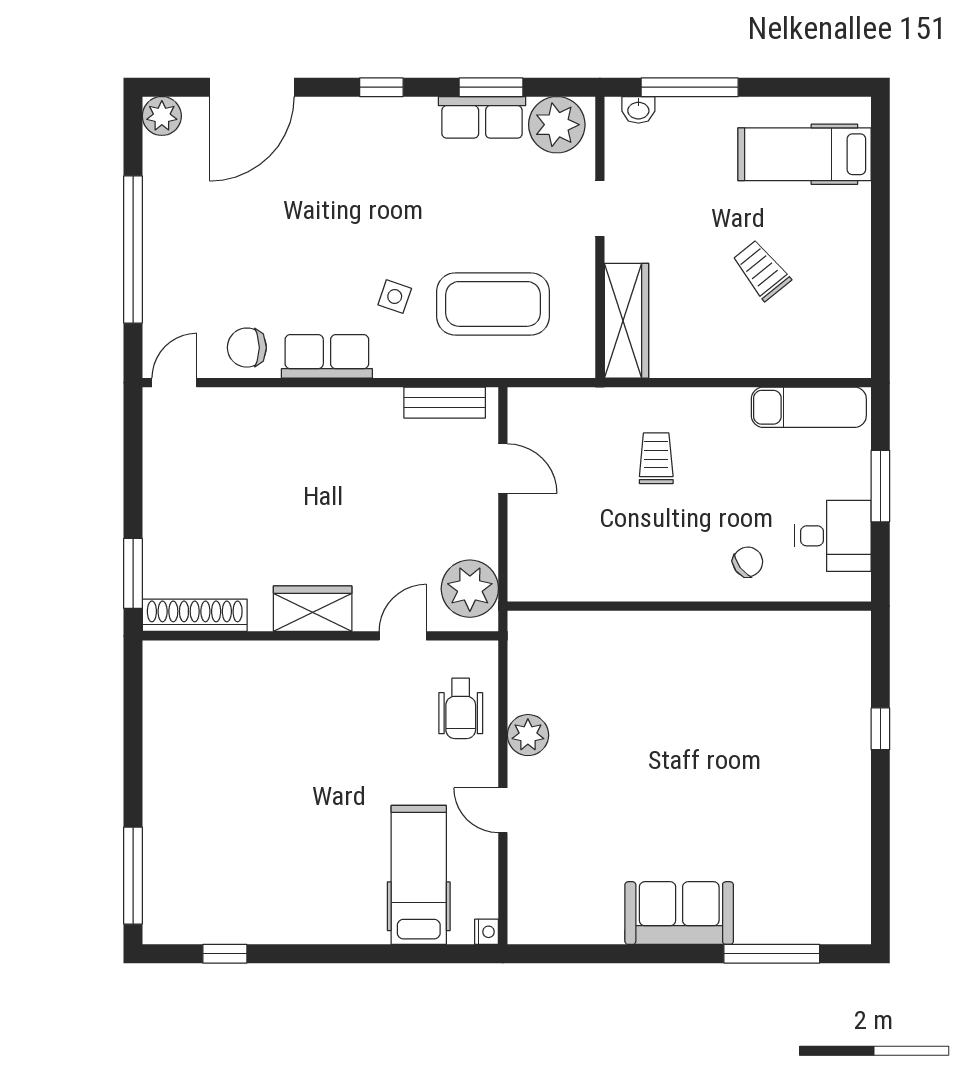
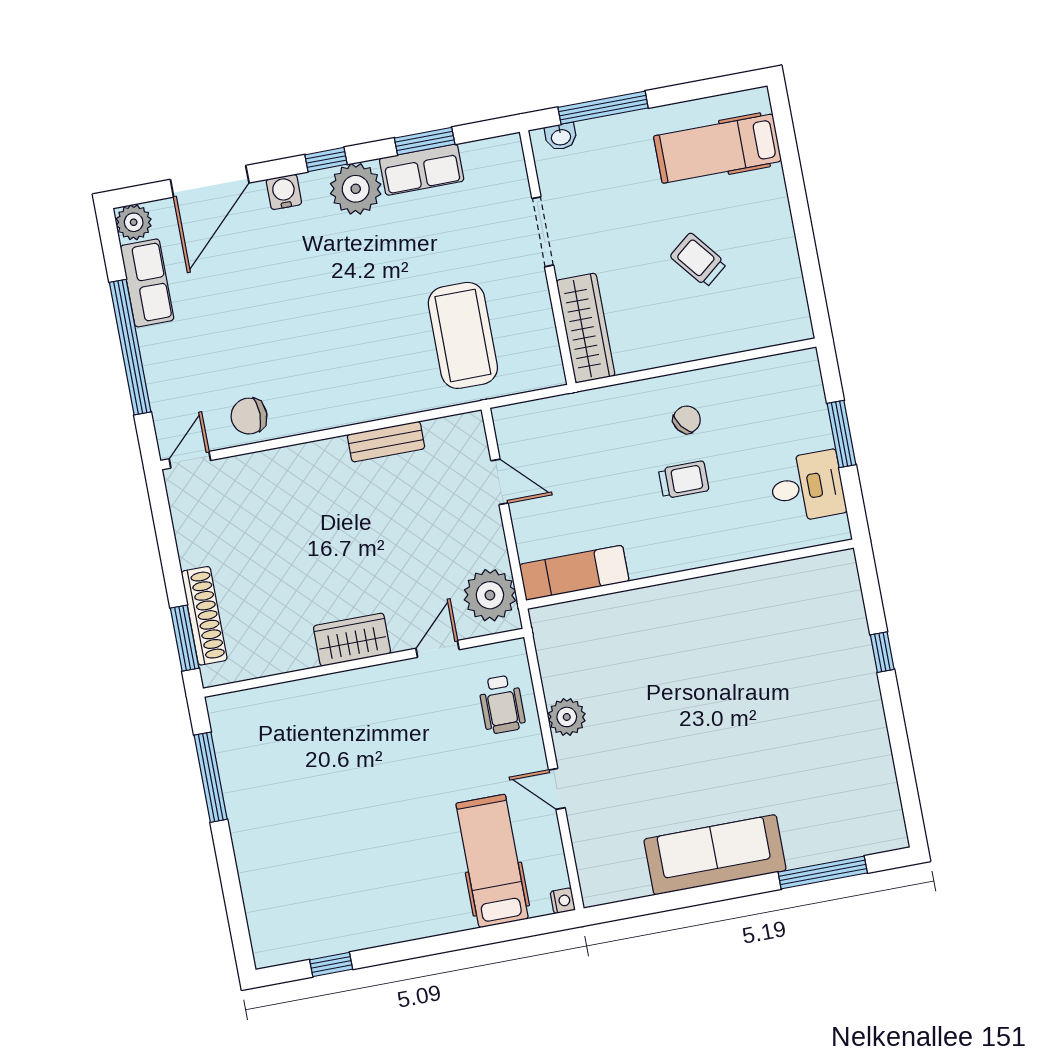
water cooler: (329, 114) -> (284, 192), added
plant: (557, 125) -> (356, 189), moved
doorway: (600, 209) -> (543, 232), width x1.38
side table: (395, 297) -> (373, 345), removed
coffee table: (493, 304) -> (463, 335), turned 90
row of seats: (327, 356) -> (147, 283), moved, turned 90
bench: (445, 403) -> (386, 442), moved
exam couch: (809, 407) -> (574, 573), moved, turned 180
trolley: (656, 458) -> (684, 480), moved, turned 90
chair: (748, 562) -> (687, 420), moved
shoe rack: (195, 615) -> (204, 616), moved, turned 90
window: (133, 876) -> (211, 777), moved
sofa: (679, 913) -> (715, 855), width x1.36

